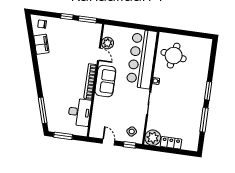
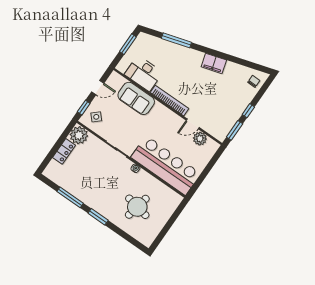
filing cabinet: (41, 44) -> (214, 63), moved
round table: (174, 56) -> (137, 207), moved
sofa: (105, 81) -> (136, 98), moved
window: (43, 110) -> (176, 40), moved

